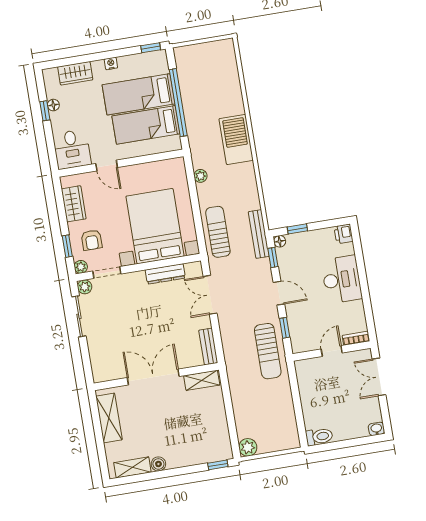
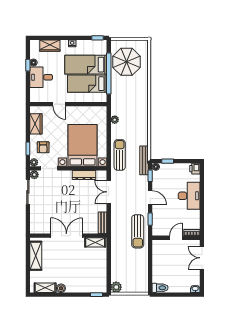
parasol: (204, 79) -> (126, 62), added
barbecue: (236, 139) -> (140, 101), removed
desk: (72, 149) -> (41, 77), moved, turned 90

